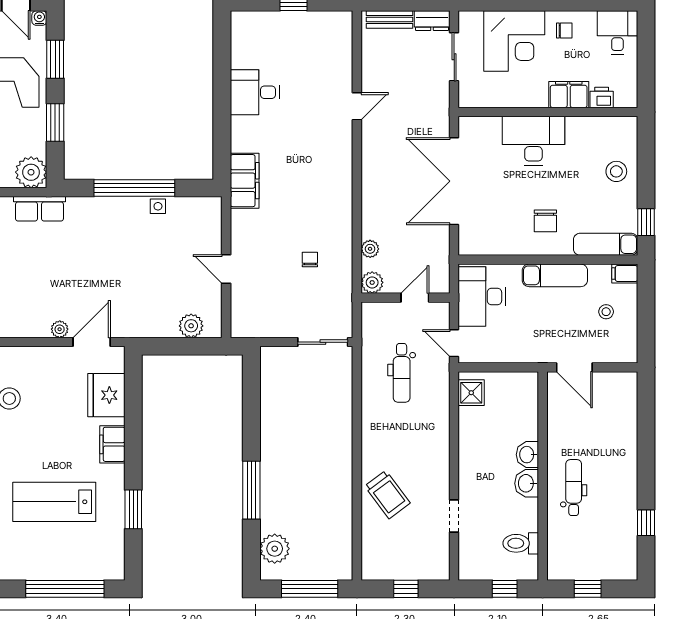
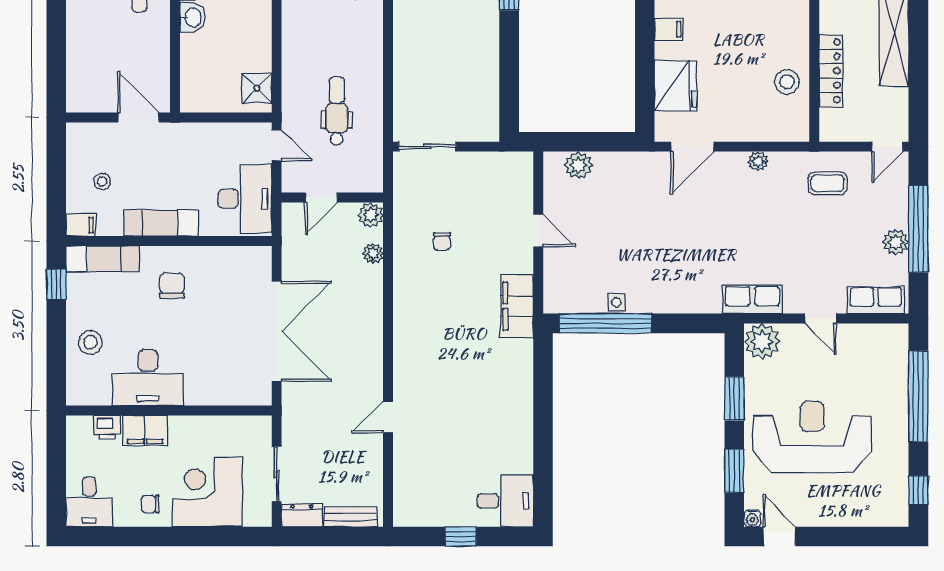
desk: (255, 92) -> (505, 501), moved
desk: (533, 141) -> (148, 378), moved
filing cabinet: (245, 181) -> (517, 306), moved
window: (134, 188) -> (606, 323), moved
plant: (60, 329) -> (758, 161), moved
filing cabinet: (112, 444) -> (669, 29), width x0.50

